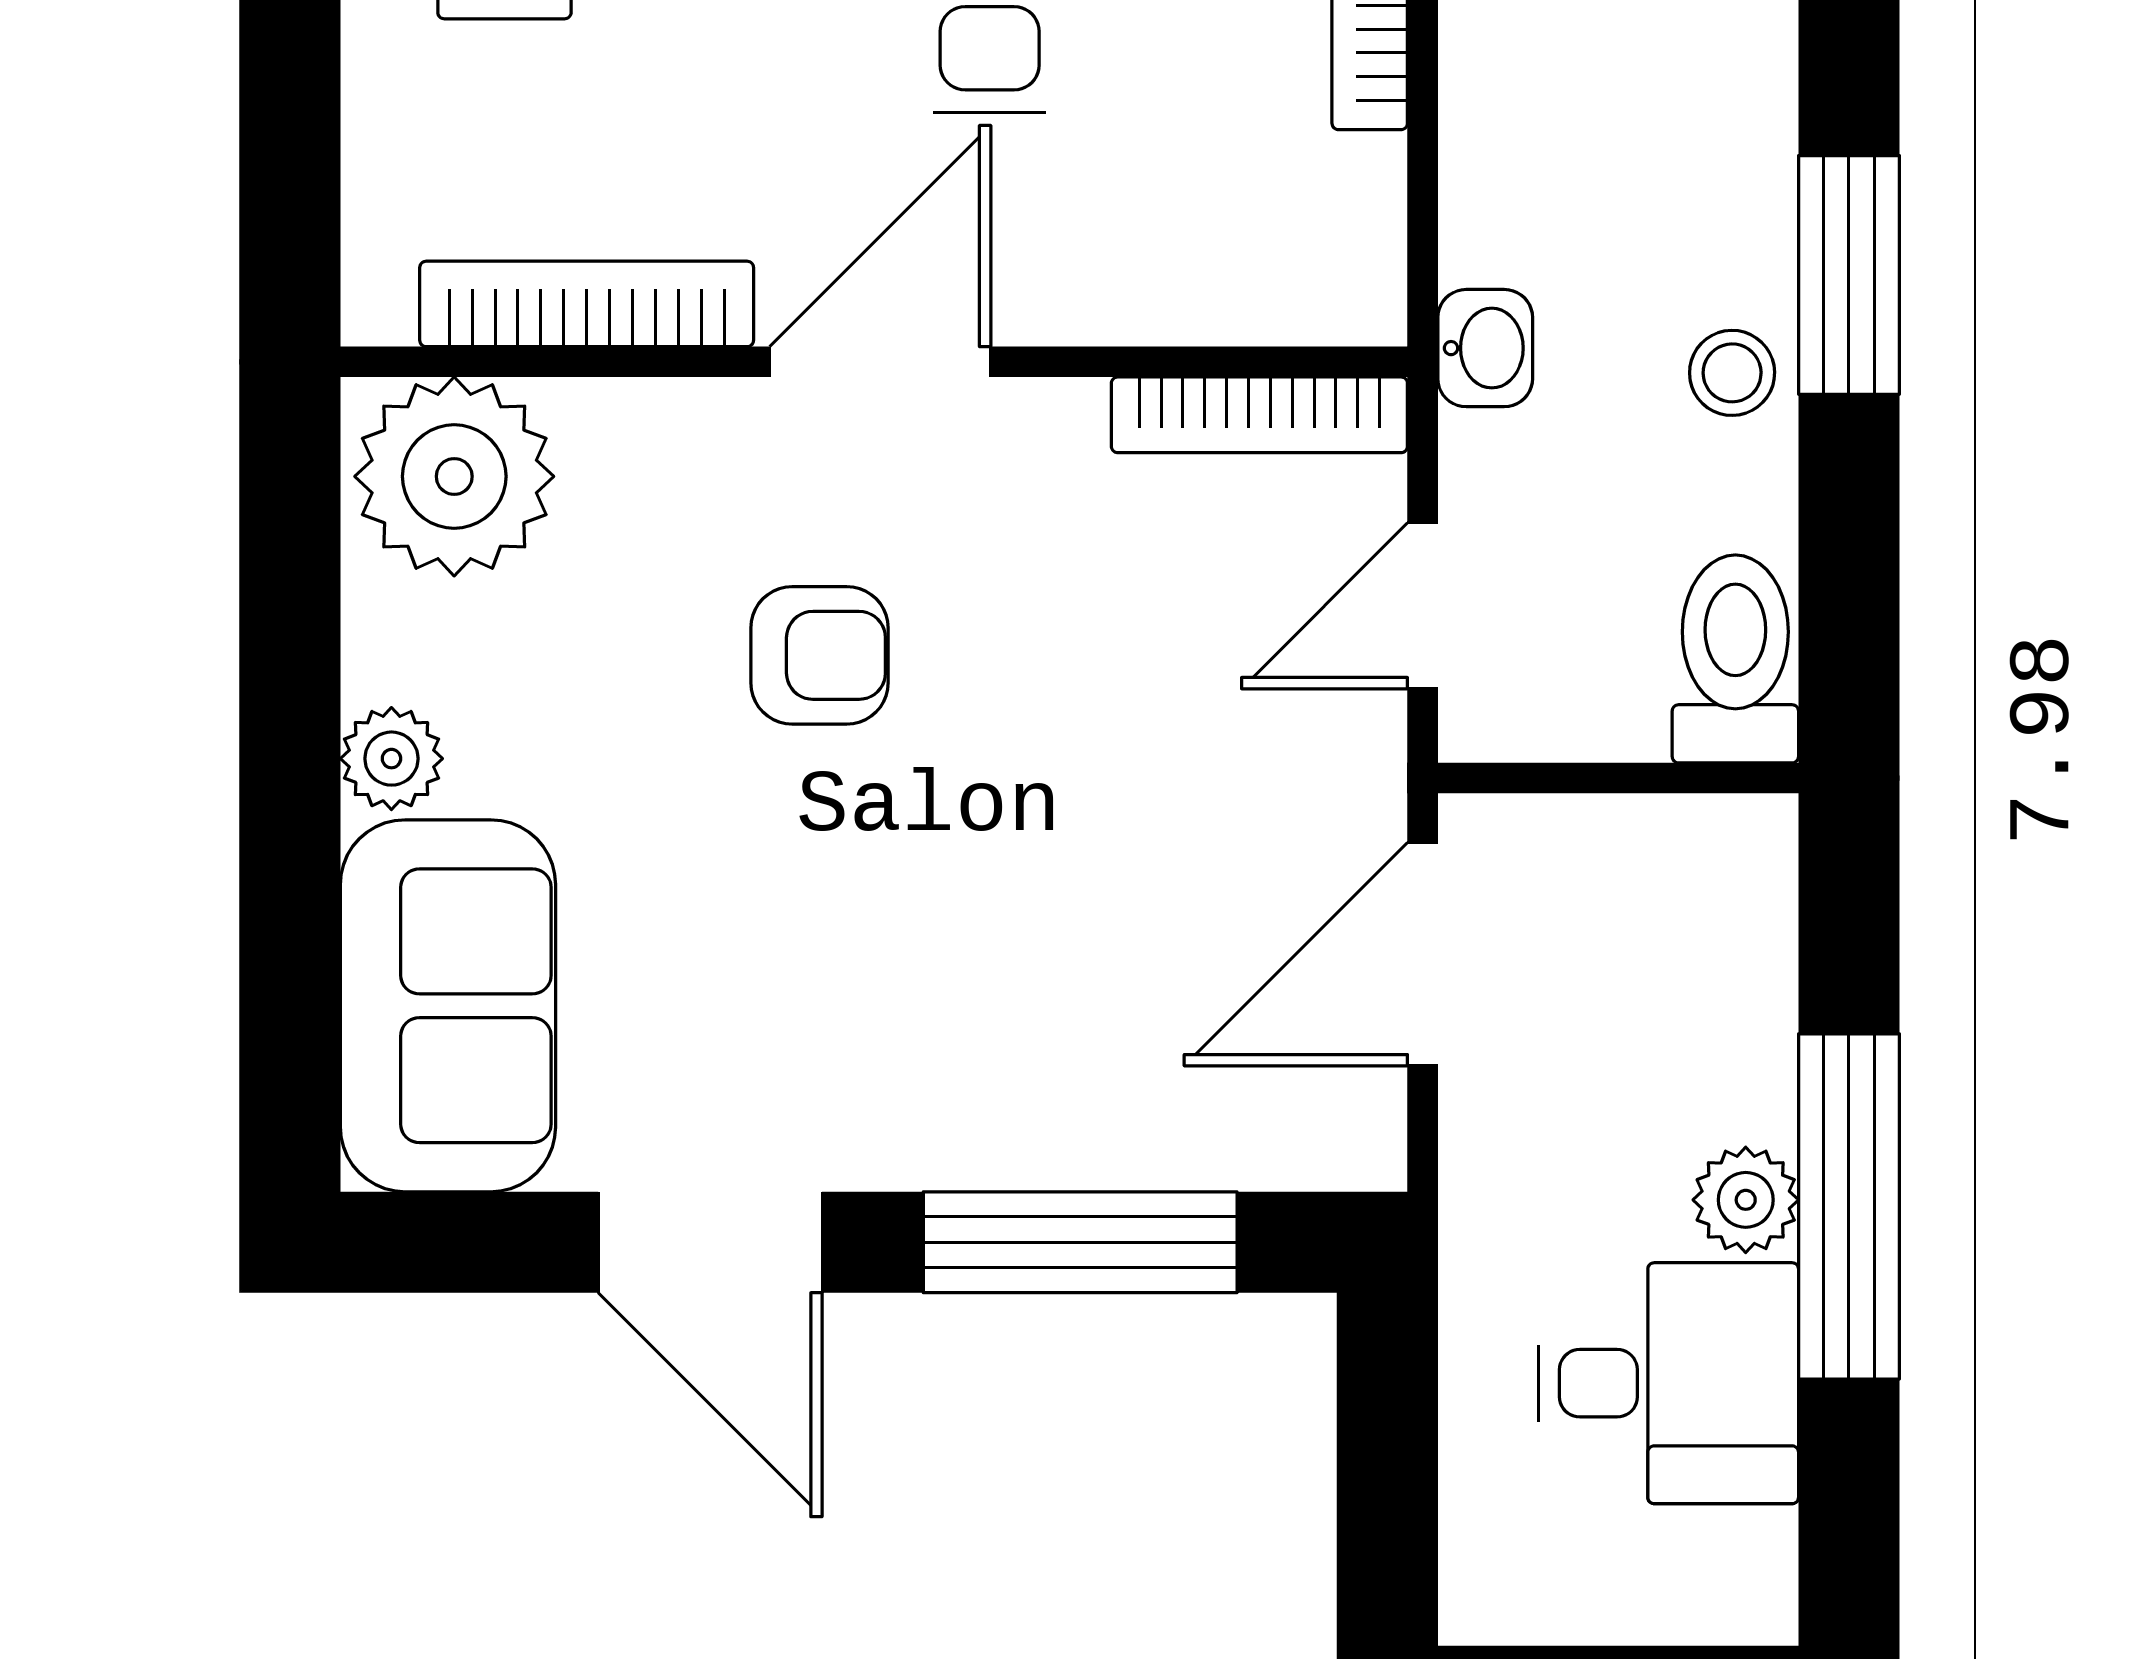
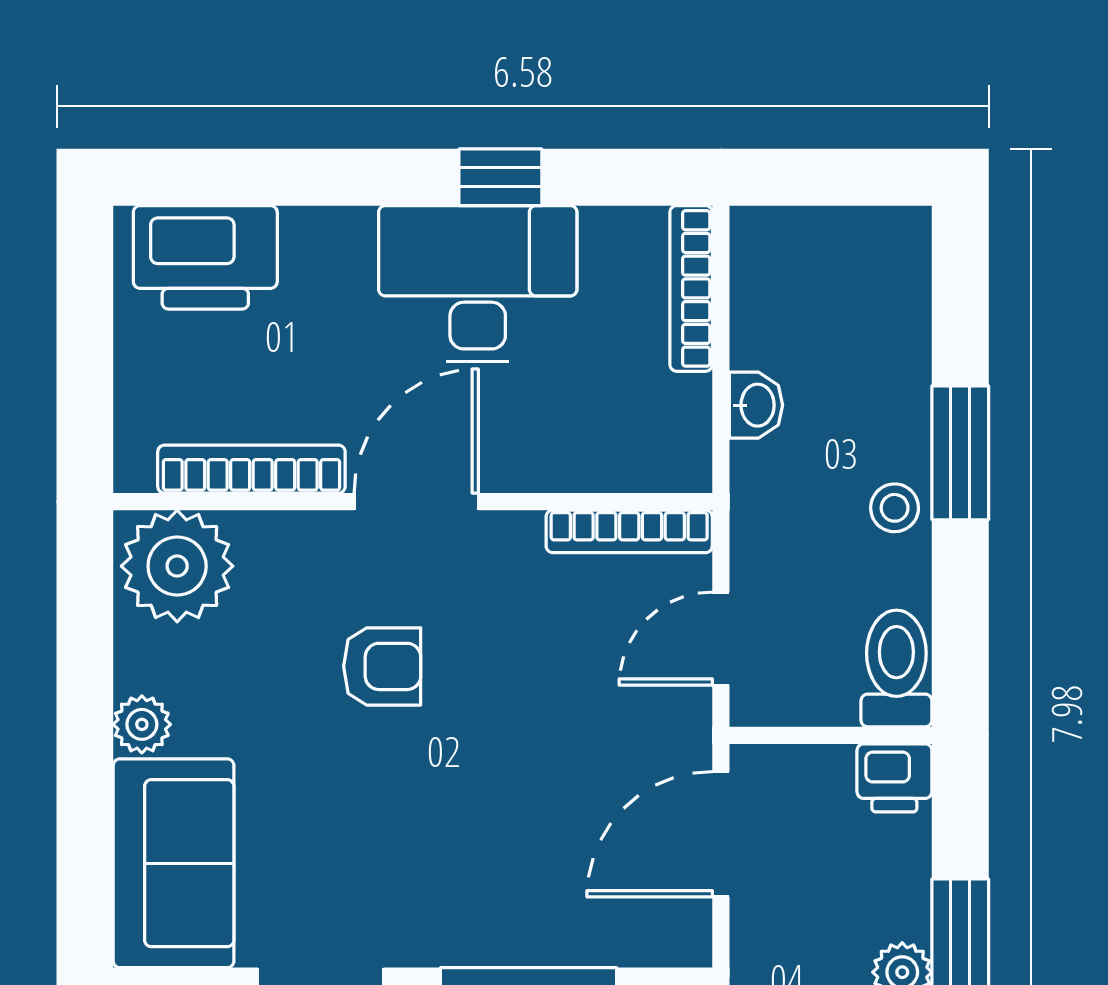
washbasin: (1485, 348) -> (756, 405), moved
printer: (1732, 854) -> (894, 778), added

